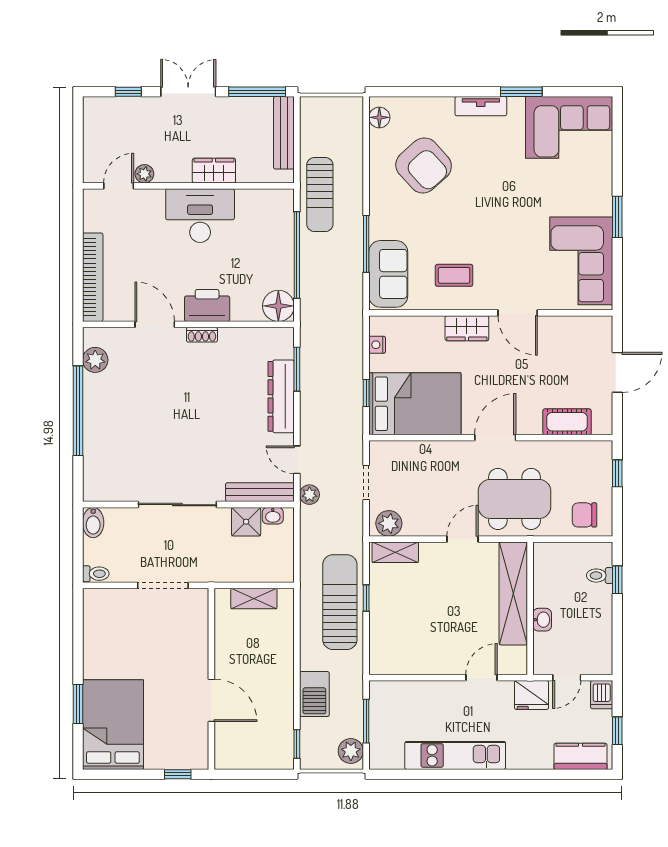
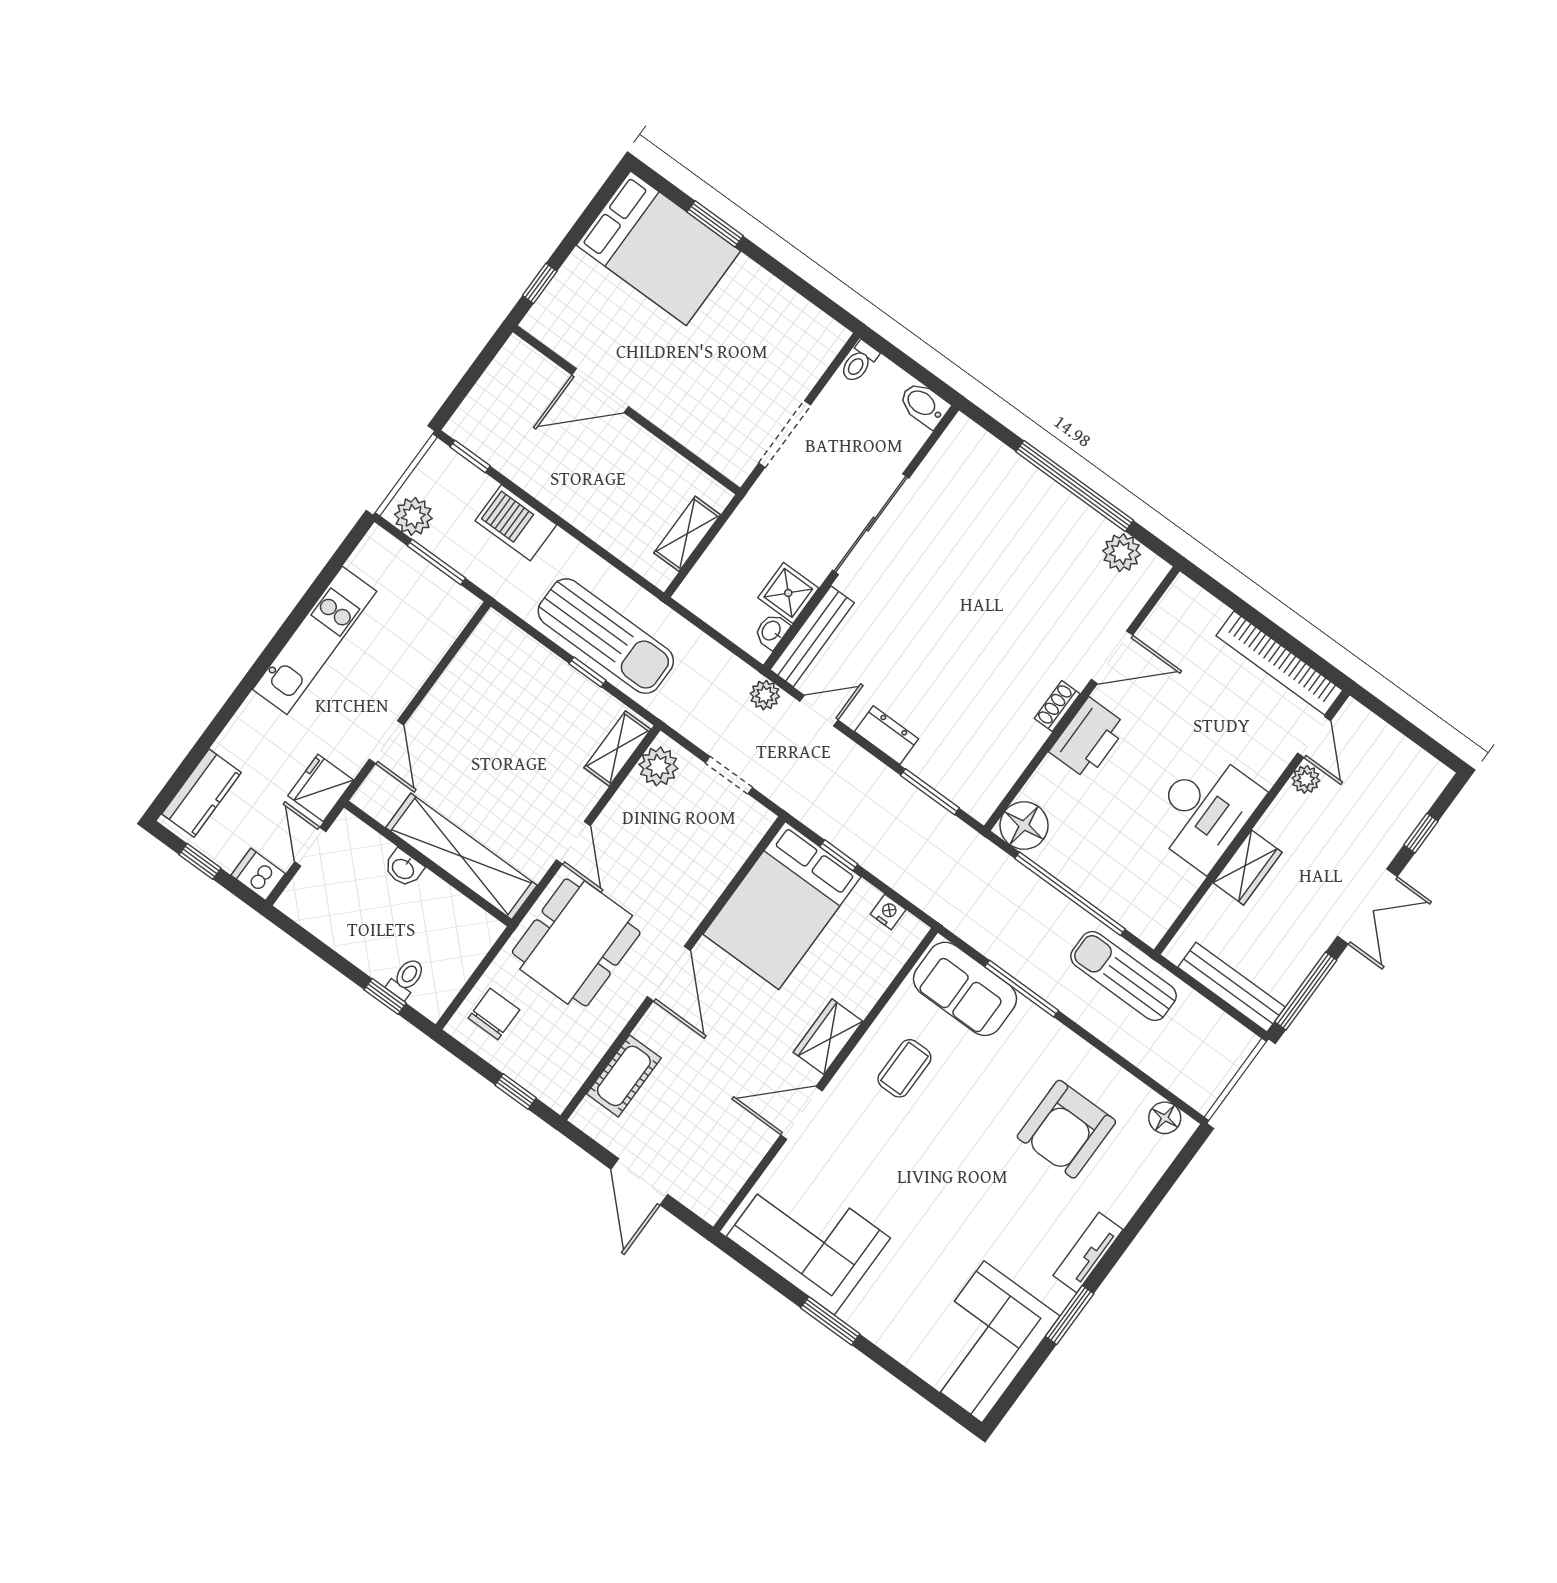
armchair: (424, 165) -> (1066, 1129), turned -48
bookcase: (93, 277) -> (1279, 663), moved
dresser: (281, 396) -> (886, 735), width x0.51, depth x0.80

